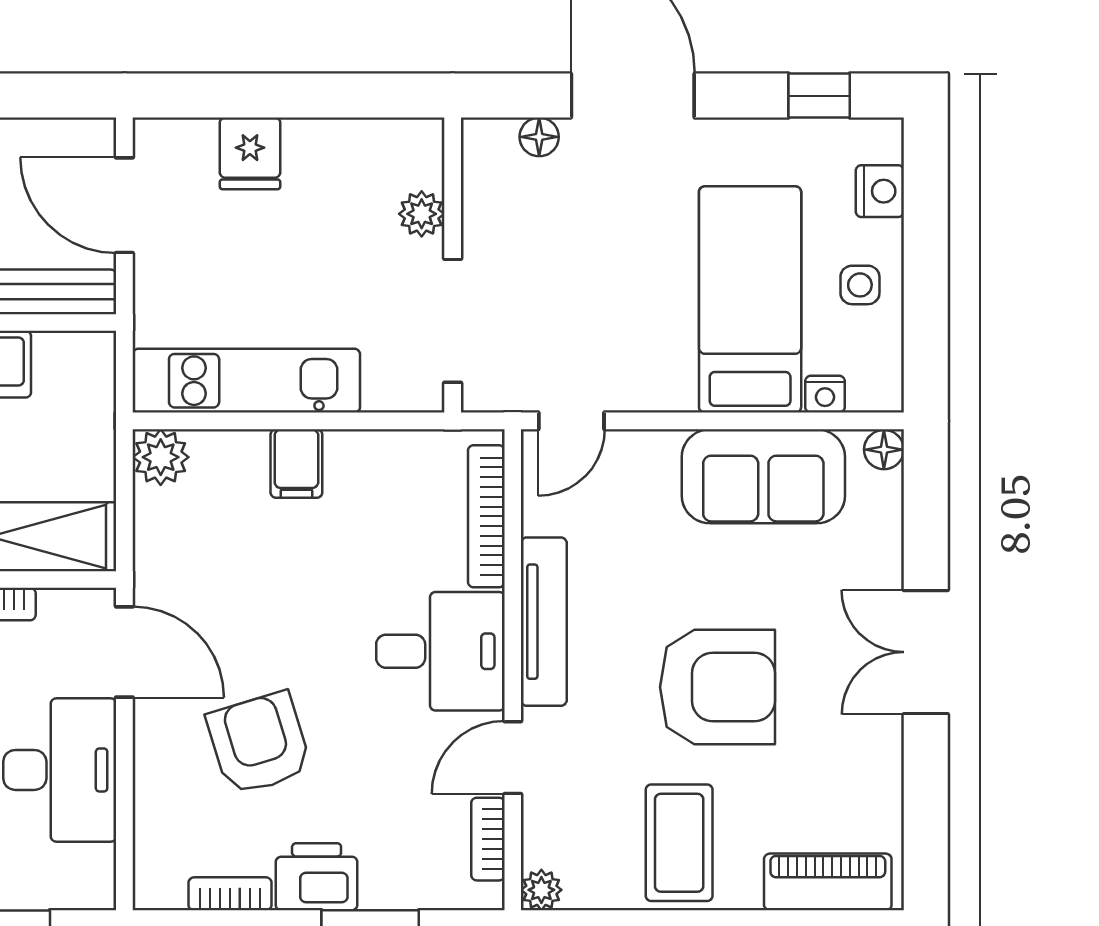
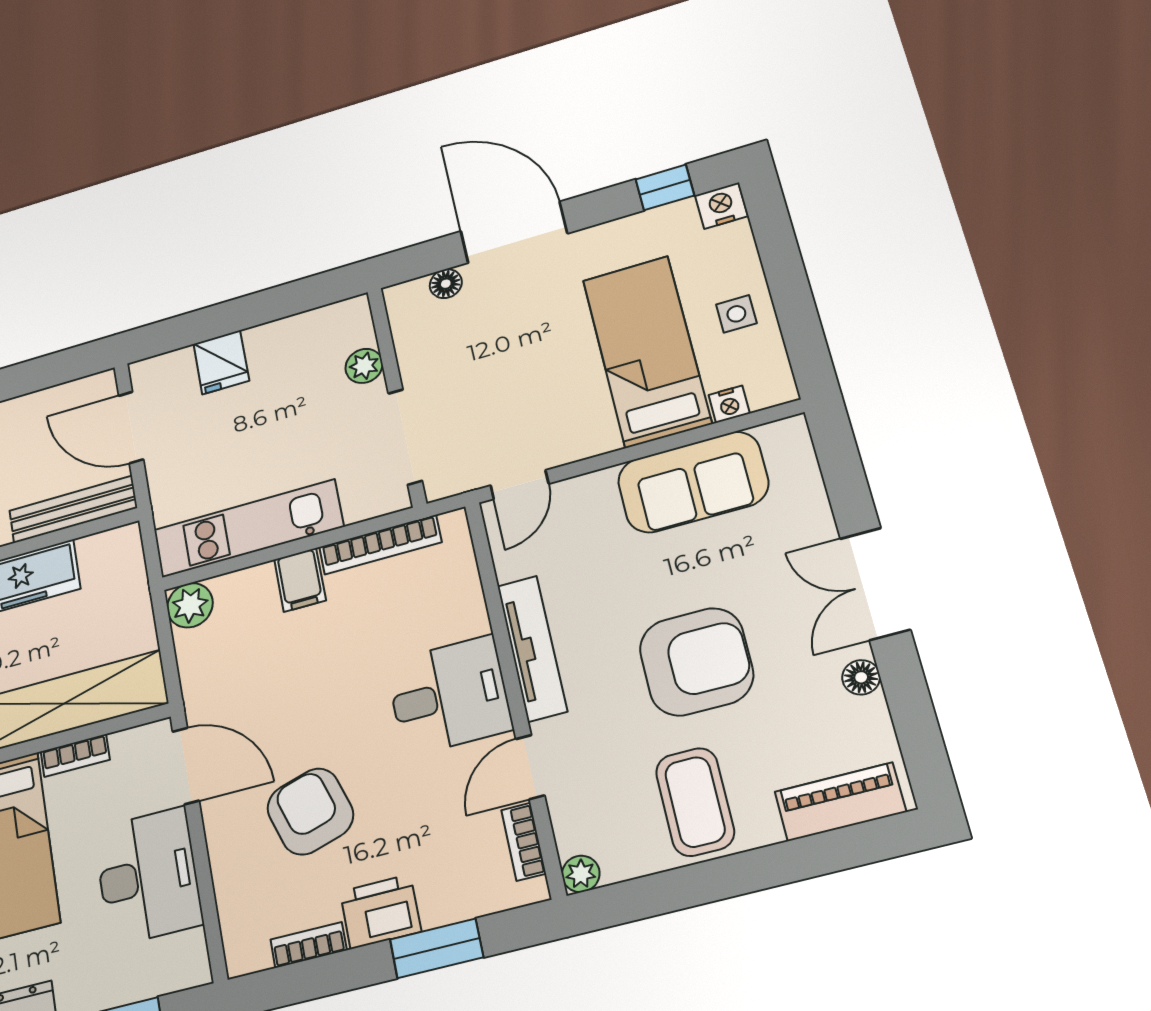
nightstand: (880, 191) -> (721, 206), moved, turned -90
floor lamp: (884, 450) -> (861, 677), moved
bookcase: (486, 516) -> (380, 545), moved, turned -90

